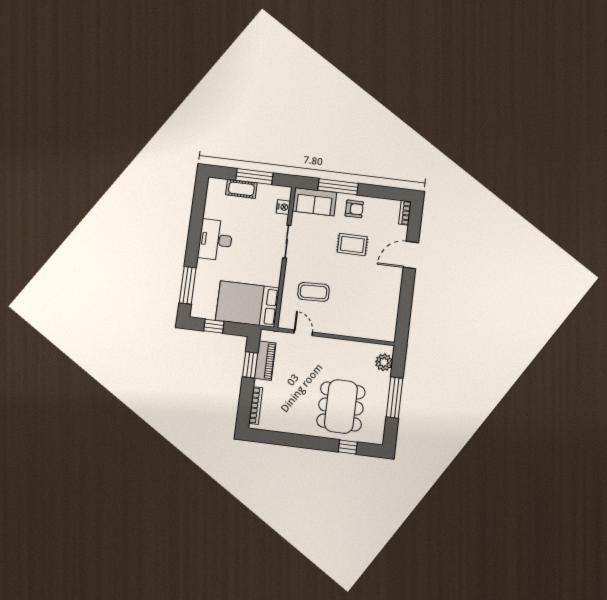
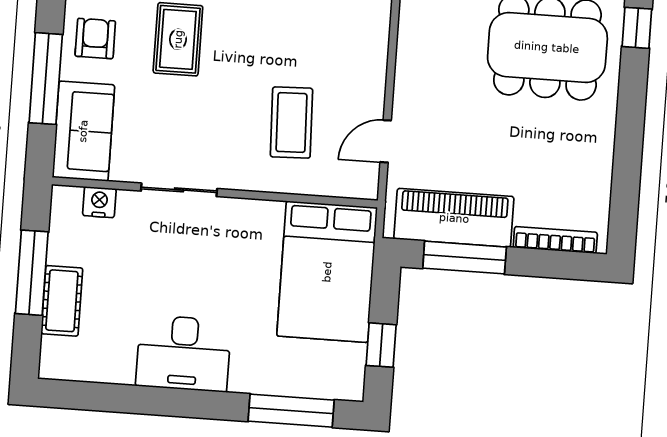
piano: (265, 361) -> (454, 218), width x1.37, depth x1.33
window: (250, 365) -> (465, 258), width x1.44

